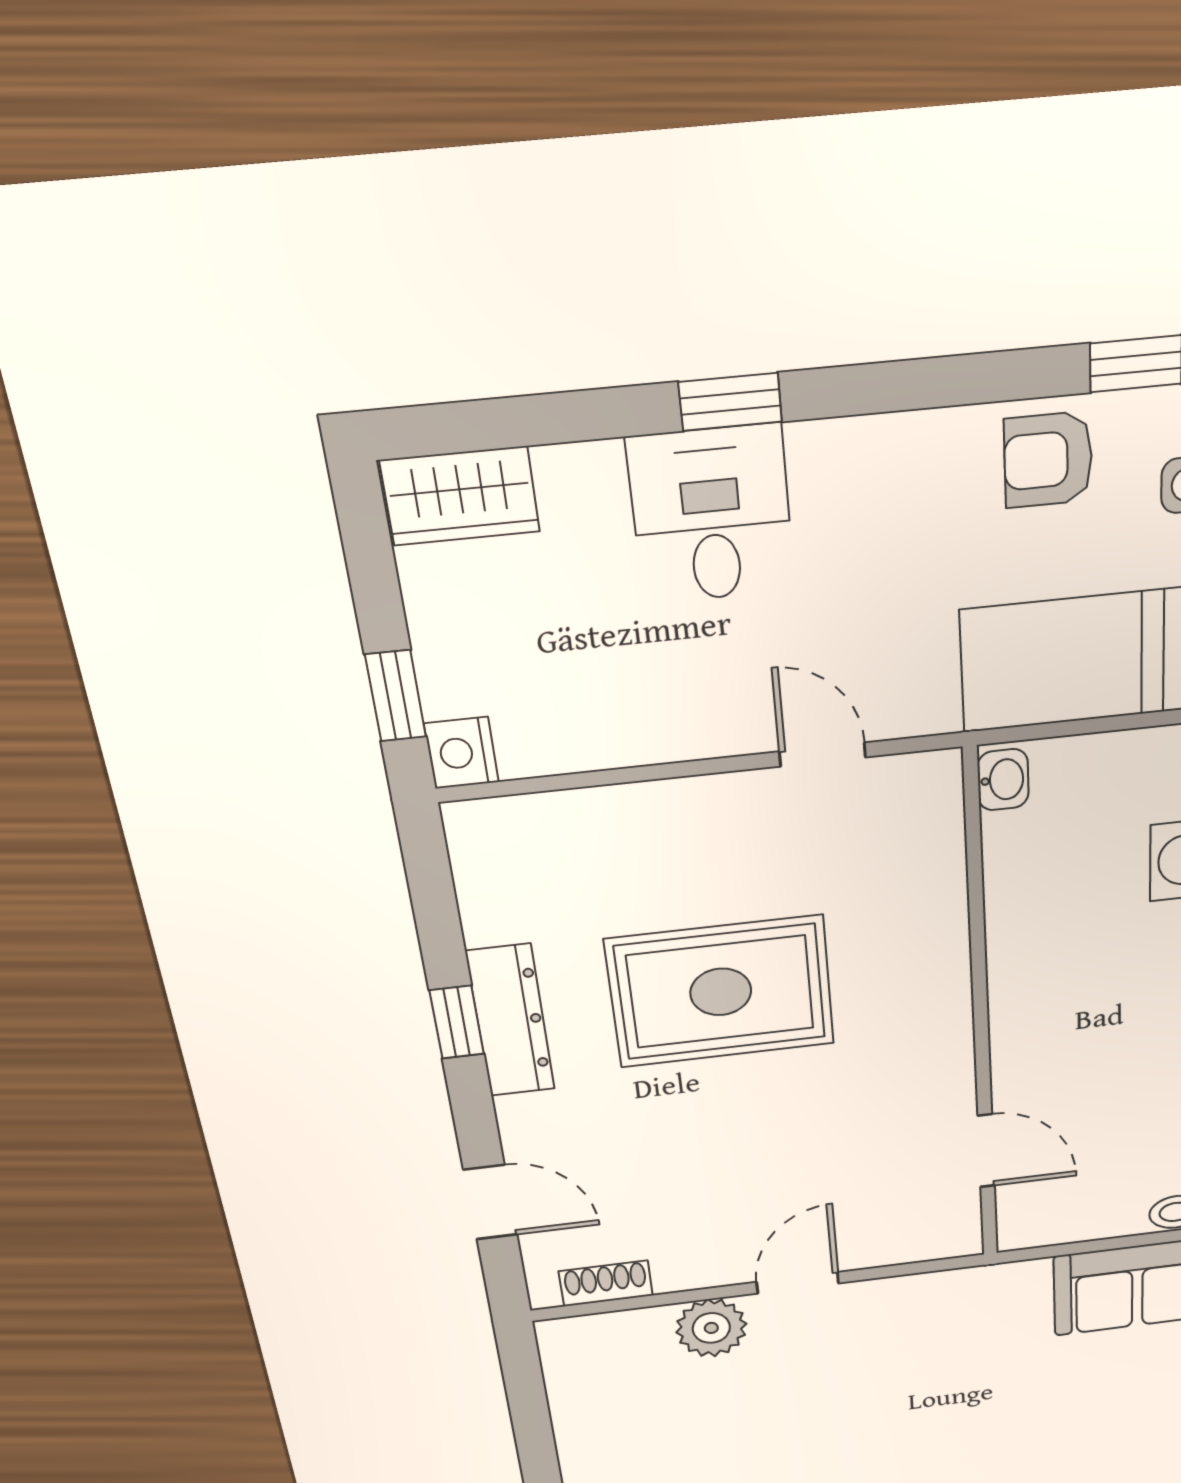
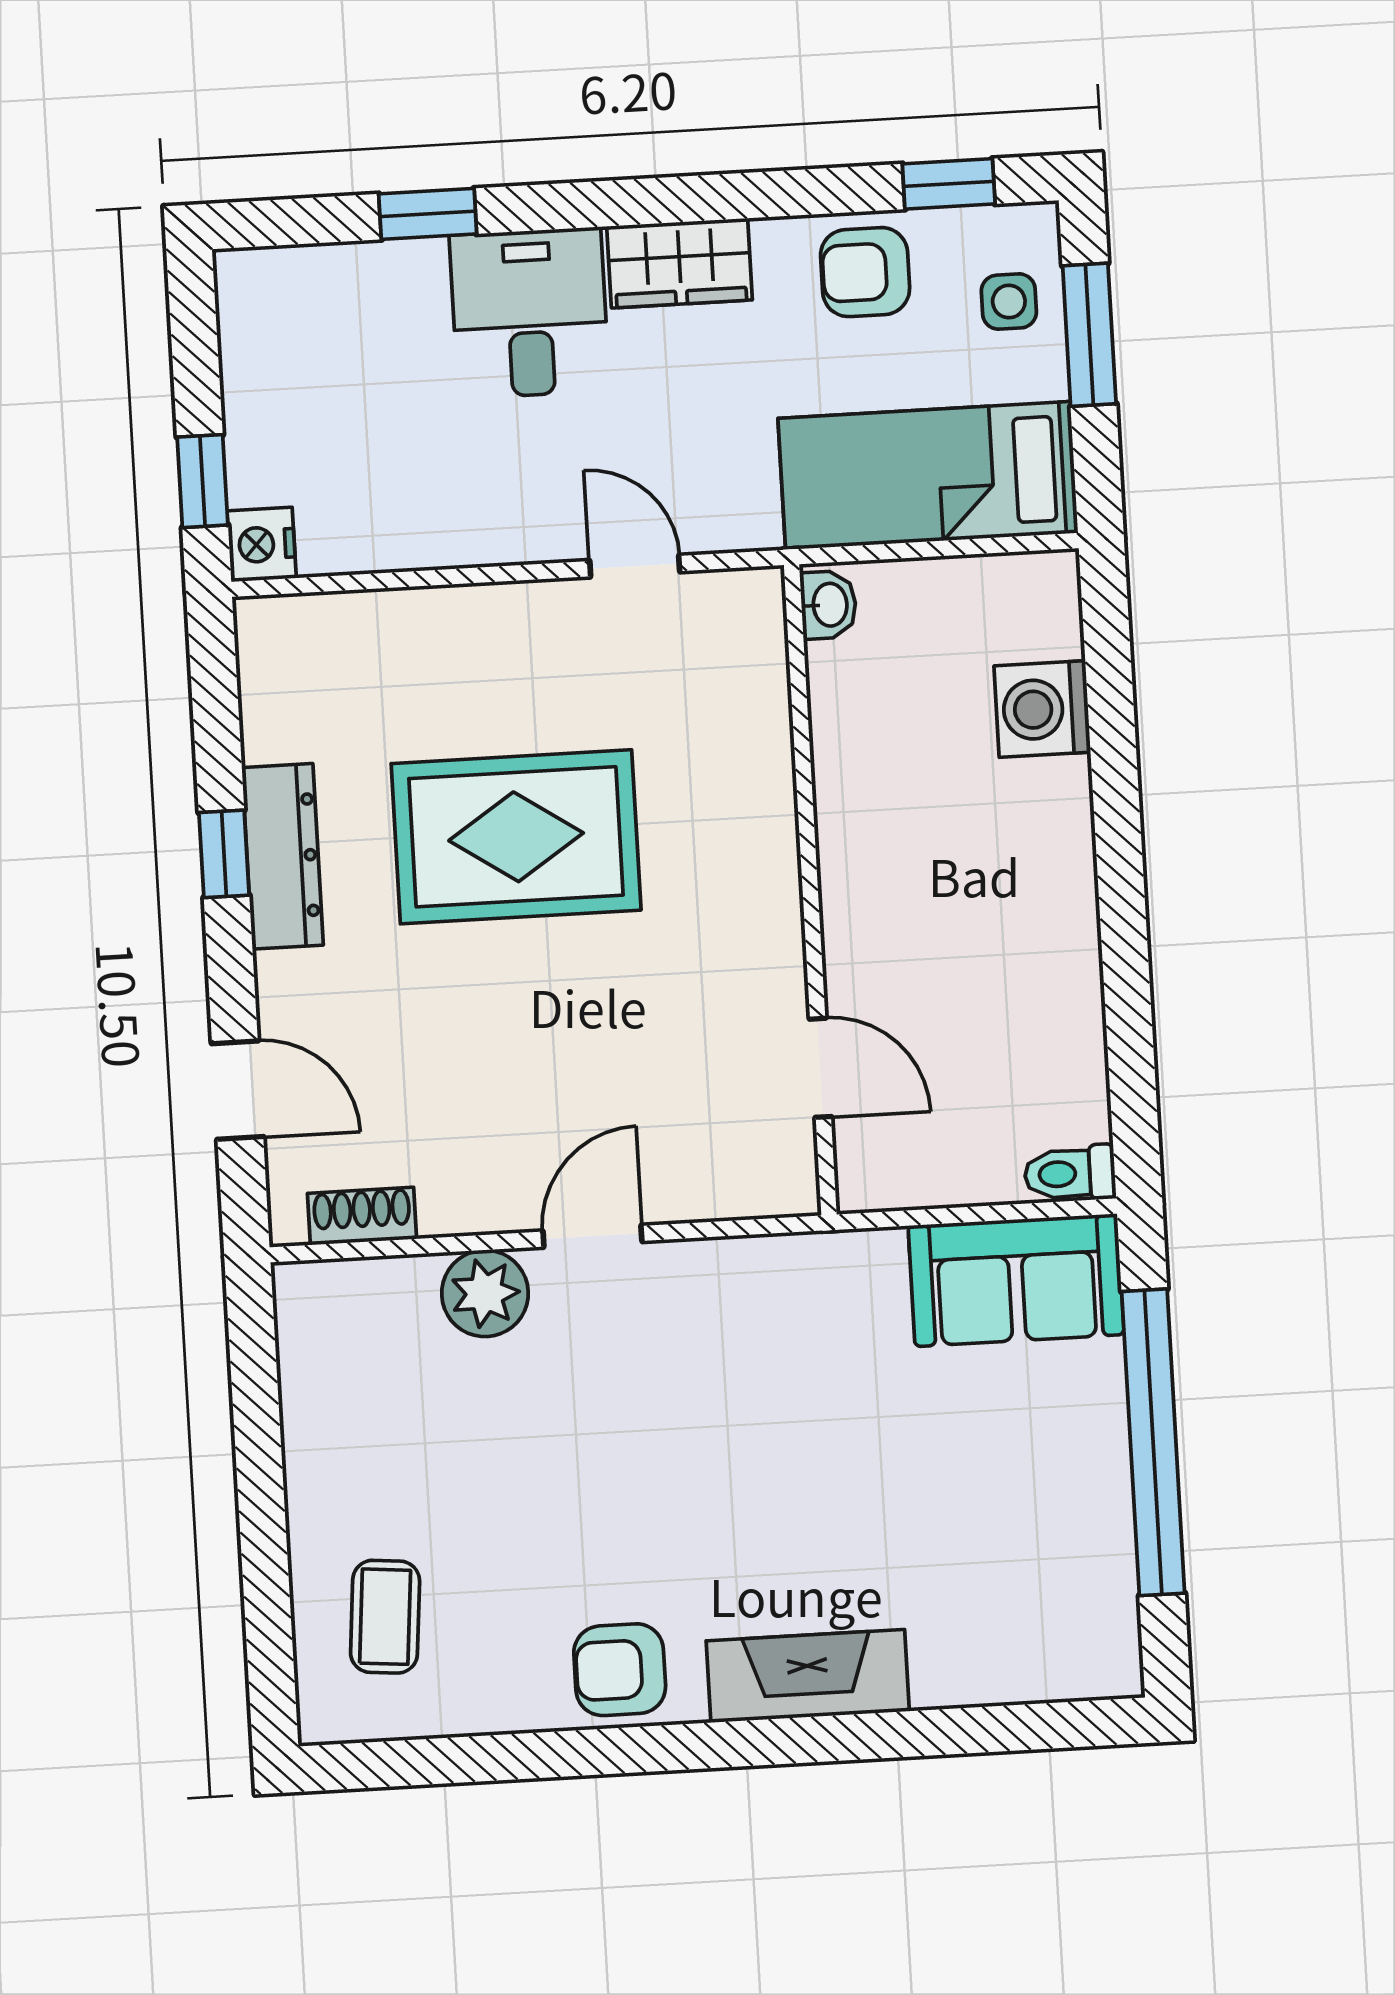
window: (730, 402) -> (428, 214), moved
wardrobe: (460, 496) -> (680, 263), moved

